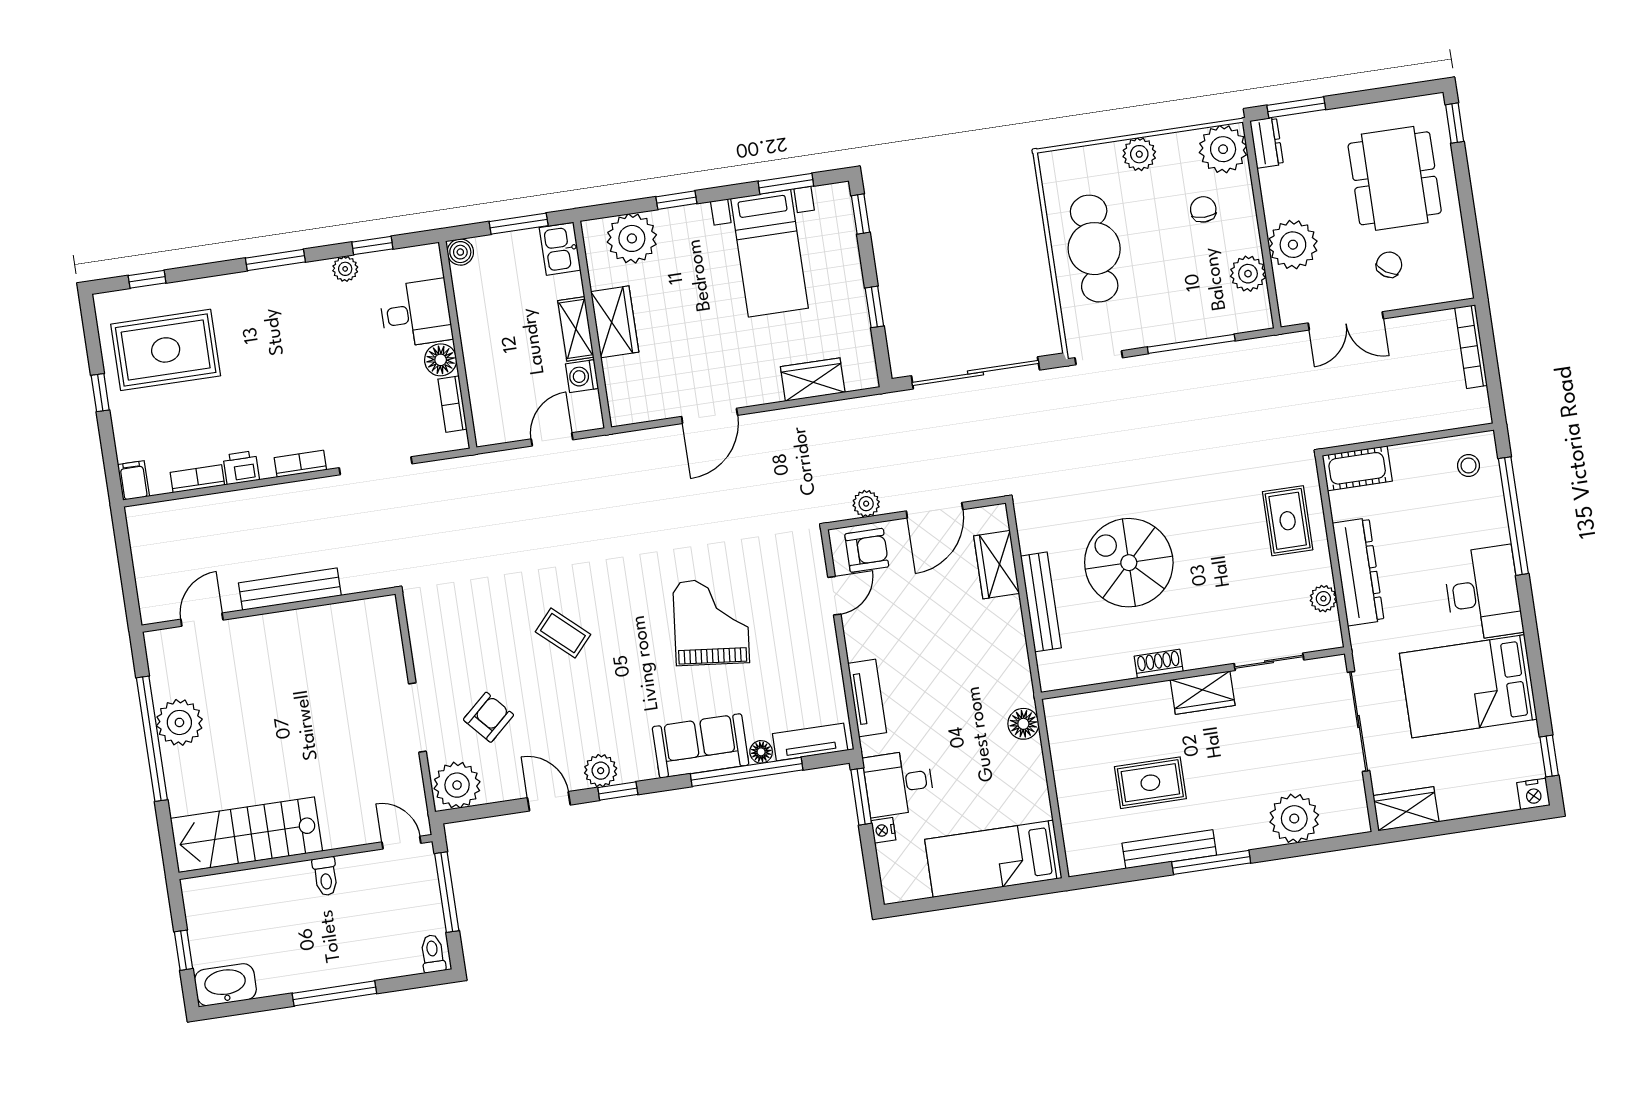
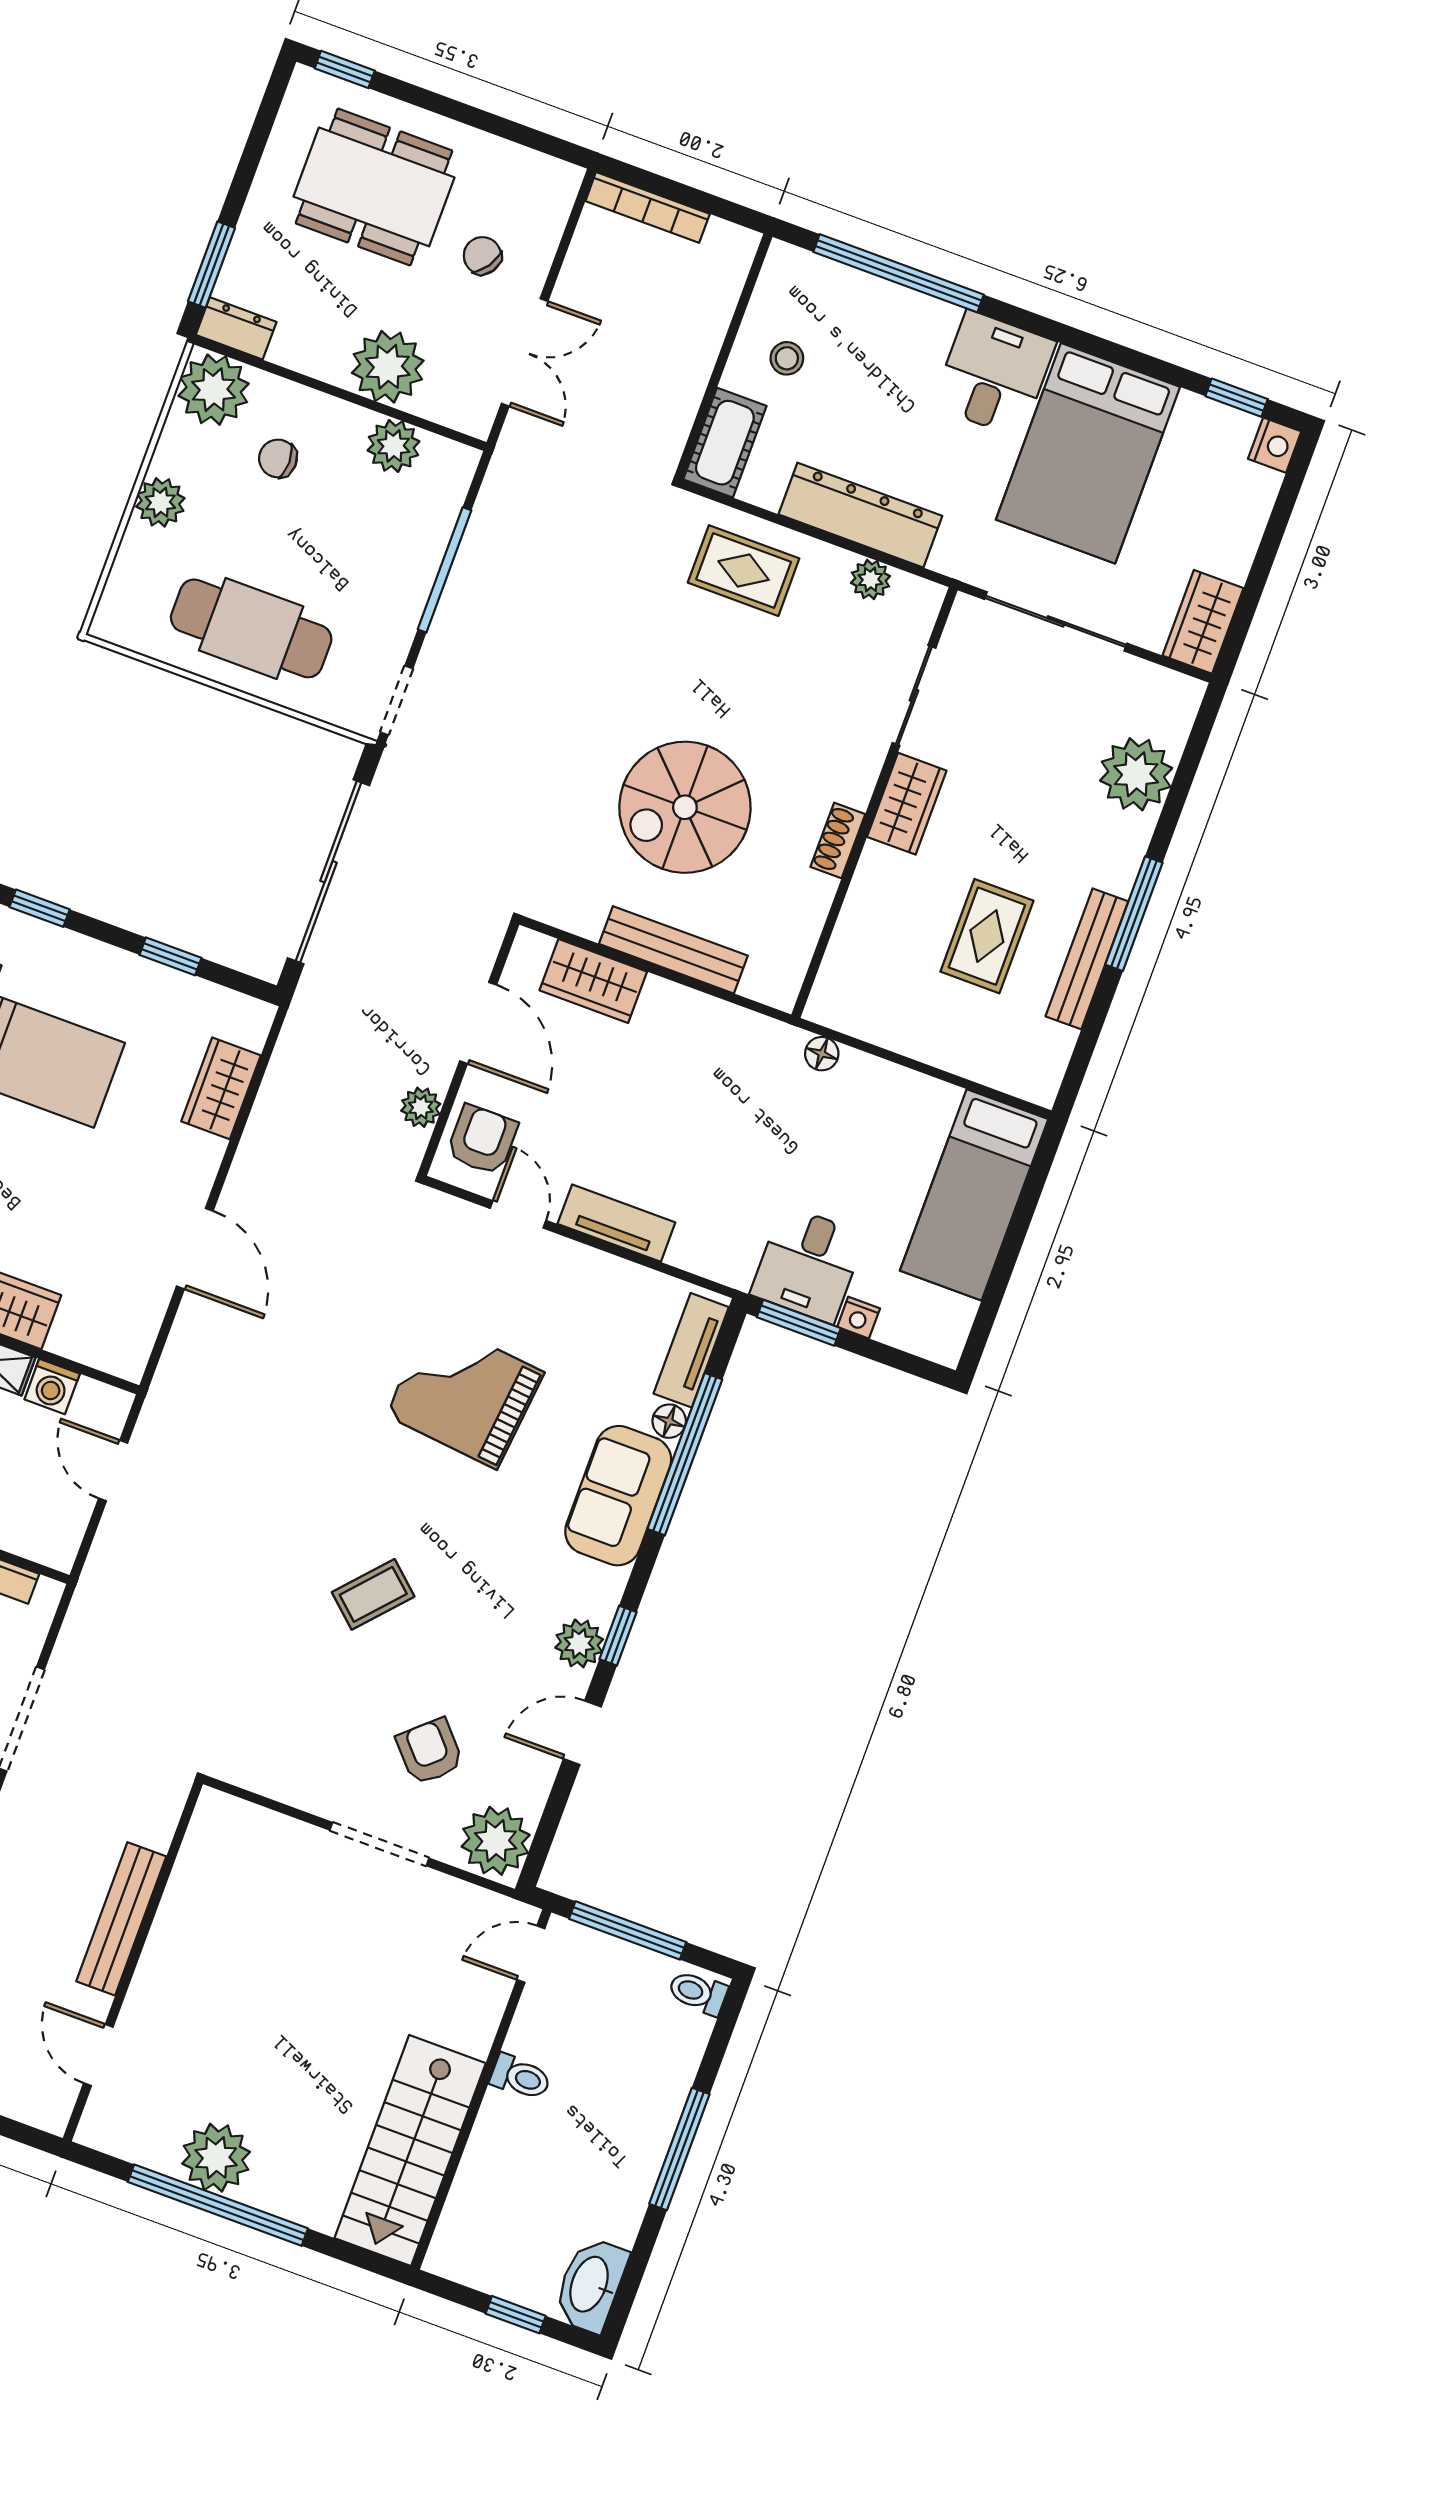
stool: (1469, 465) -> (787, 358), moved
desk: (1483, 593) -> (994, 374), width x0.73
tv unit: (867, 698) -> (616, 1223), moved
floor lamp: (1023, 724) -> (822, 1054), width x0.73, depth x0.73

